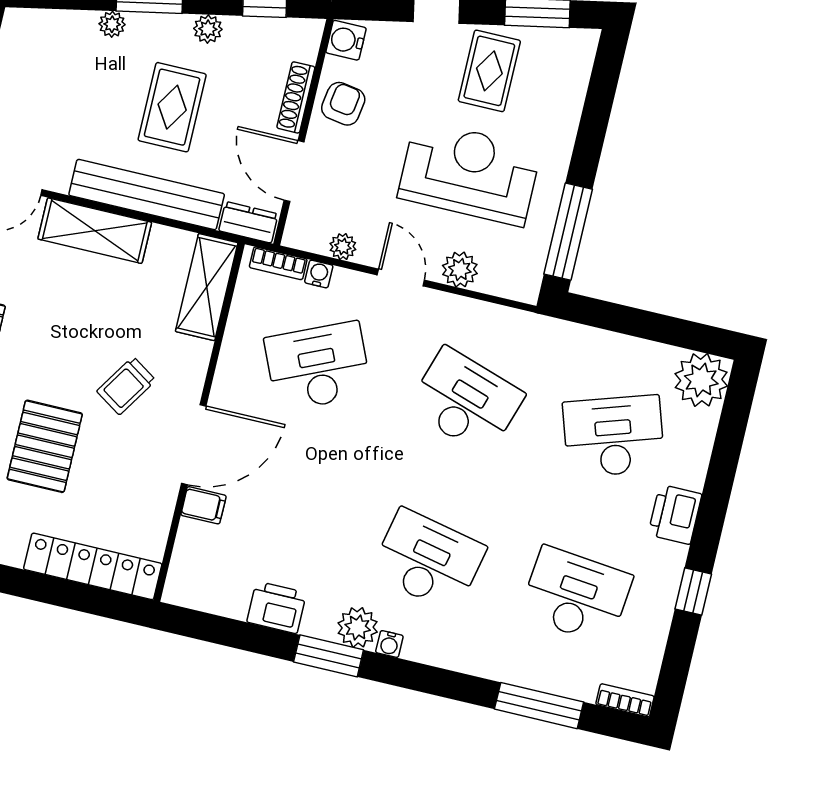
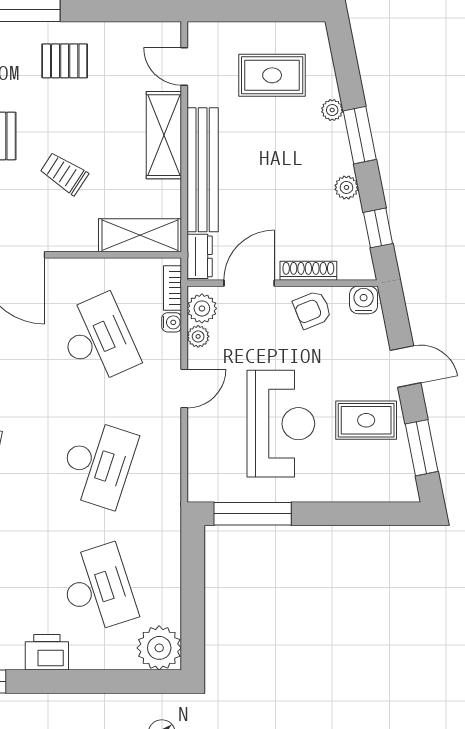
armchair: (343, 104) -> (312, 310), turned 149
rug: (172, 107) -> (272, 75), moved
plant: (460, 269) -> (202, 308), moved
trolley: (126, 386) -> (64, 173), moved

